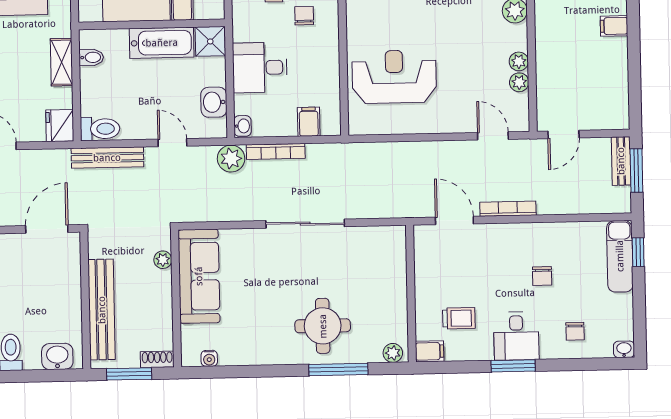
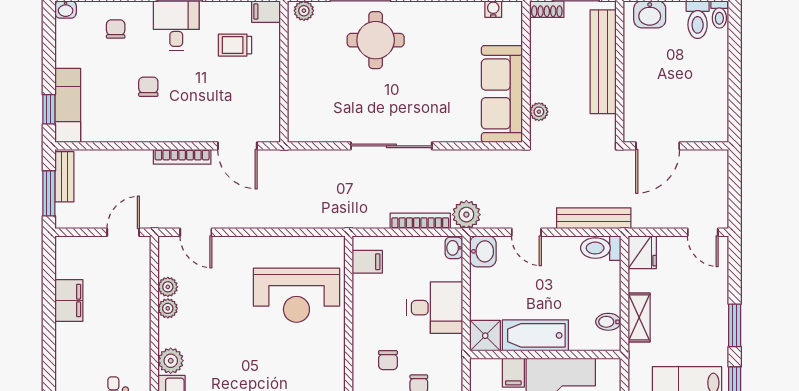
filing cabinet: (614, 26) -> (69, 301), moved, width x2.00
washbasin: (214, 102) -> (483, 251), moved
filing cabinet: (309, 122) -> (367, 262), moved, turned -90
bench: (621, 161) -> (64, 177), moved

